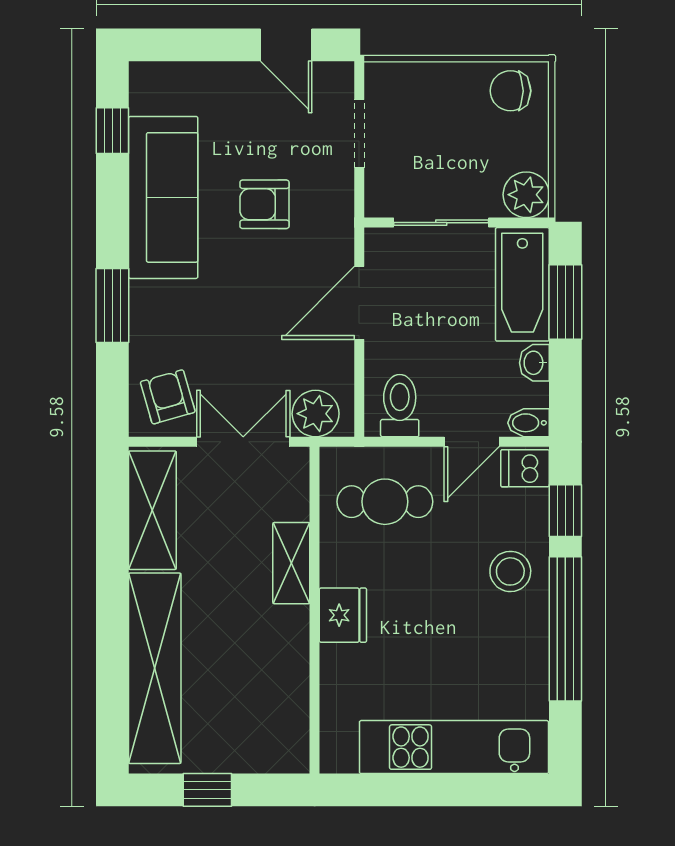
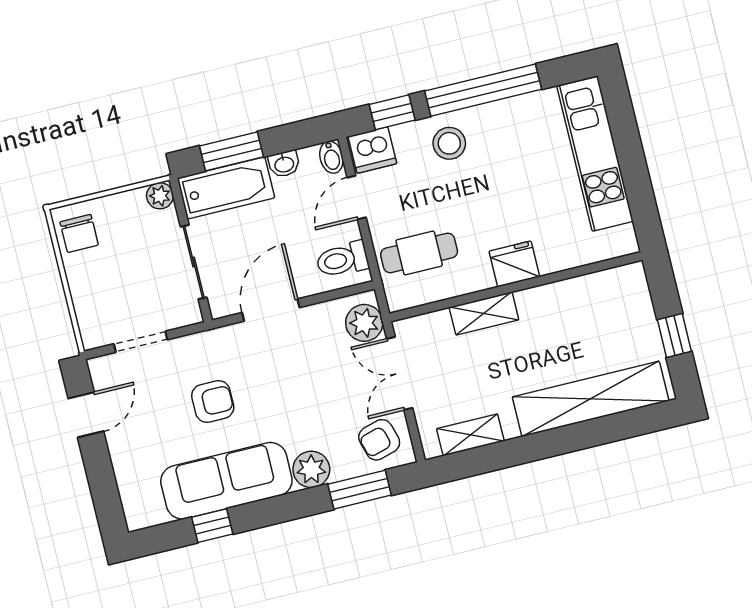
window: (112, 131) -> (212, 526), moved
plant: (526, 195) -> (160, 196), width x0.73, depth x0.73
armchair: (264, 204) -> (213, 401), turned -90
door: (359, 303) -> (271, 310), swing flipped
window: (112, 305) -> (360, 490), moved
plant: (152, 305) -> (311, 469), added
door: (472, 442) -> (357, 197), swing flipped
dishwasher: (525, 468) -> (372, 150), width x1.38
cafe table: (385, 502) -> (419, 253), turned 90
shelving: (152, 510) -> (470, 435), width x0.67, depth x0.75

